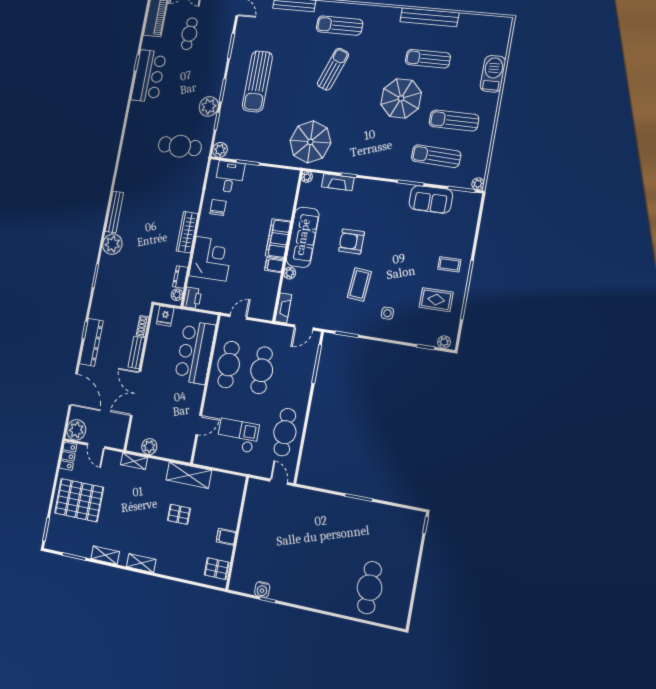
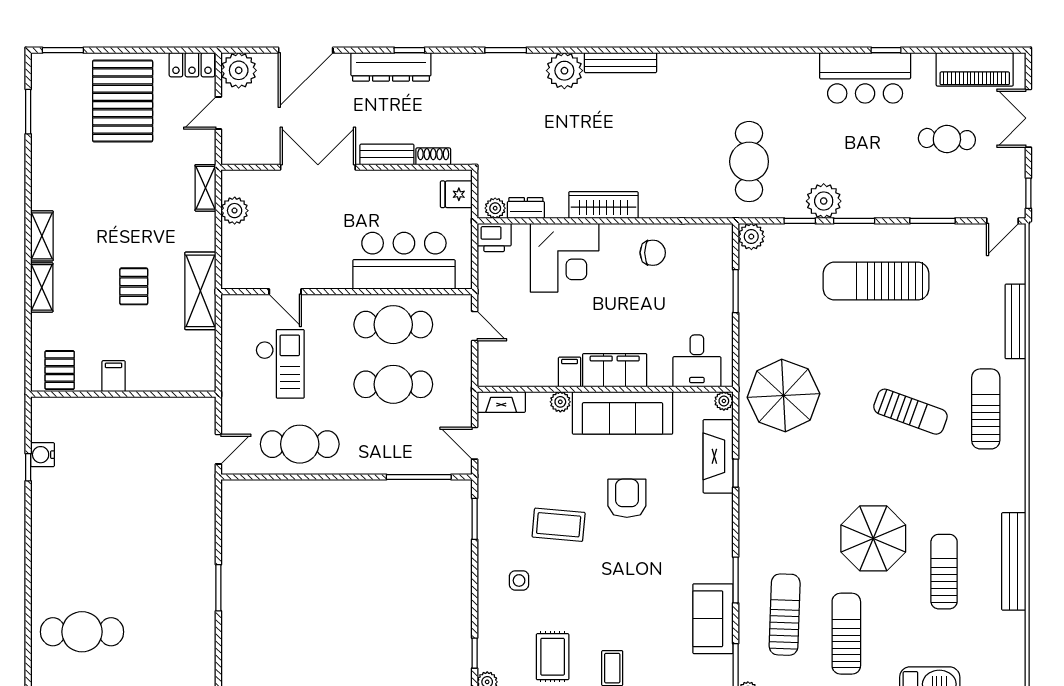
desk: (230, 177) -> (697, 361), moved, turned 90
fireplace: (338, 182) -> (718, 456), width x1.37, depth x1.32
shelving: (105, 555) -> (42, 287), moved

